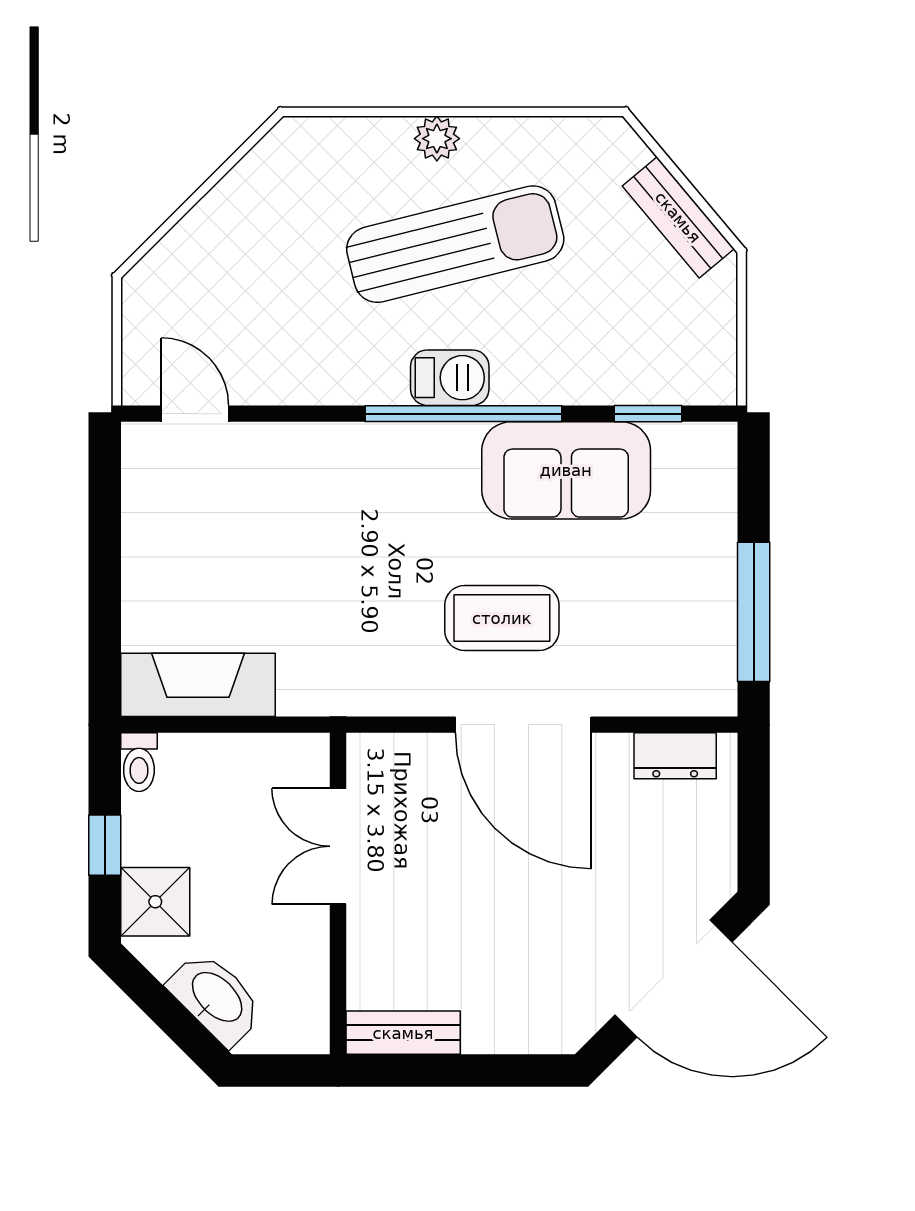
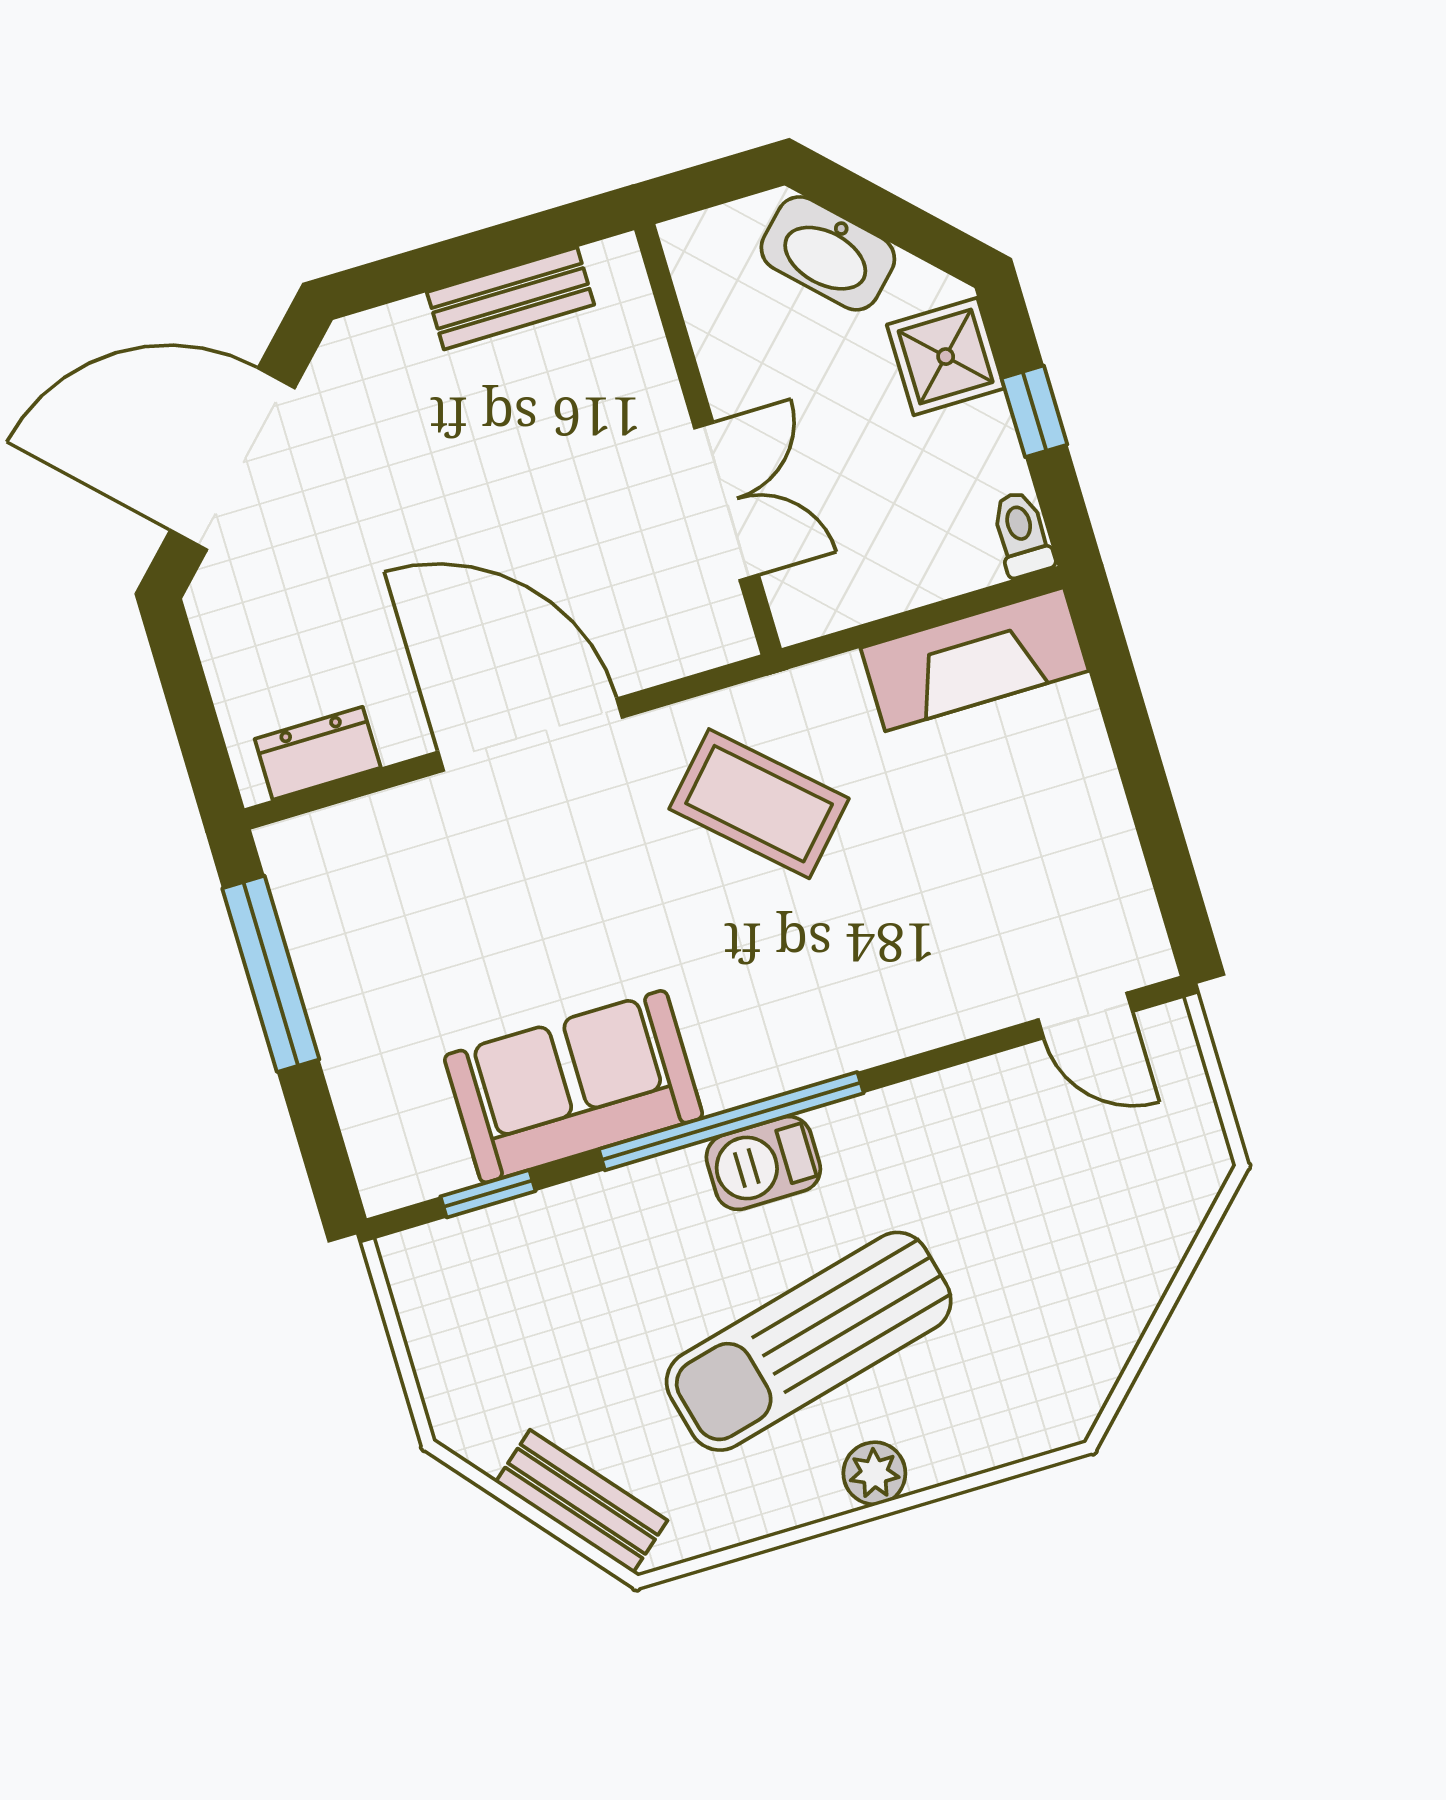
bench: (678, 217) -> (581, 1501), moved
coffee table: (502, 618) -> (759, 804), moved, turned 43
bench: (403, 1033) -> (510, 298), moved

